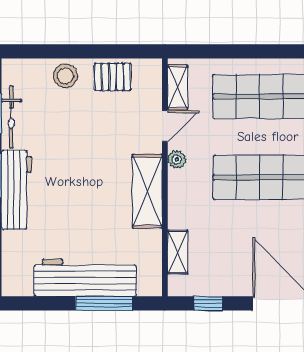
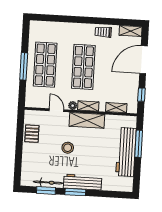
window: (253, 51) -> (24, 66), added
stool: (65, 76) -> (68, 148), moved
shelving: (178, 87) -> (88, 106), moved

